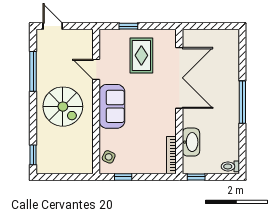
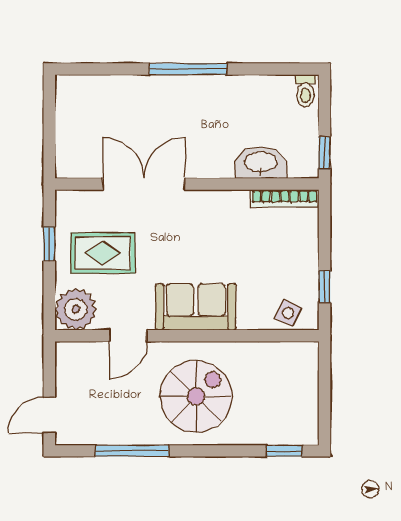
window: (128, 26) -> (49, 244), moved
plant: (111, 41) -> (76, 309), added
double door: (179, 78) -> (144, 184), width x0.73

